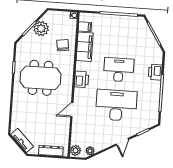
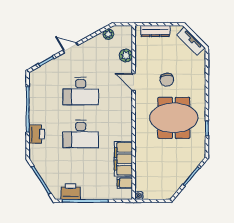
plant: (41, 29) -> (177, 177), removed
chair: (63, 45) -> (167, 80), moved
printer: (82, 79) -> (71, 192), moved, turned 90
desk: (116, 105) -> (81, 91), width x0.73, depth x0.77
door: (72, 110) -> (134, 82), swing flipped
door: (122, 142) -> (70, 48), hinge flipped
plant: (75, 150) -> (126, 56), moved

